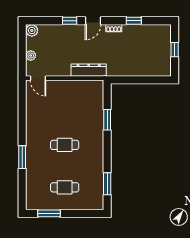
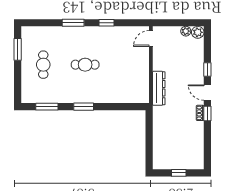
window: (134, 21) -> (207, 114), moved
plant: (31, 56) -> (186, 31), moved
window: (107, 120) -> (84, 107), moved
window: (22, 123) -> (106, 23), added
cafe table: (65, 145) -> (85, 65), turned 90

